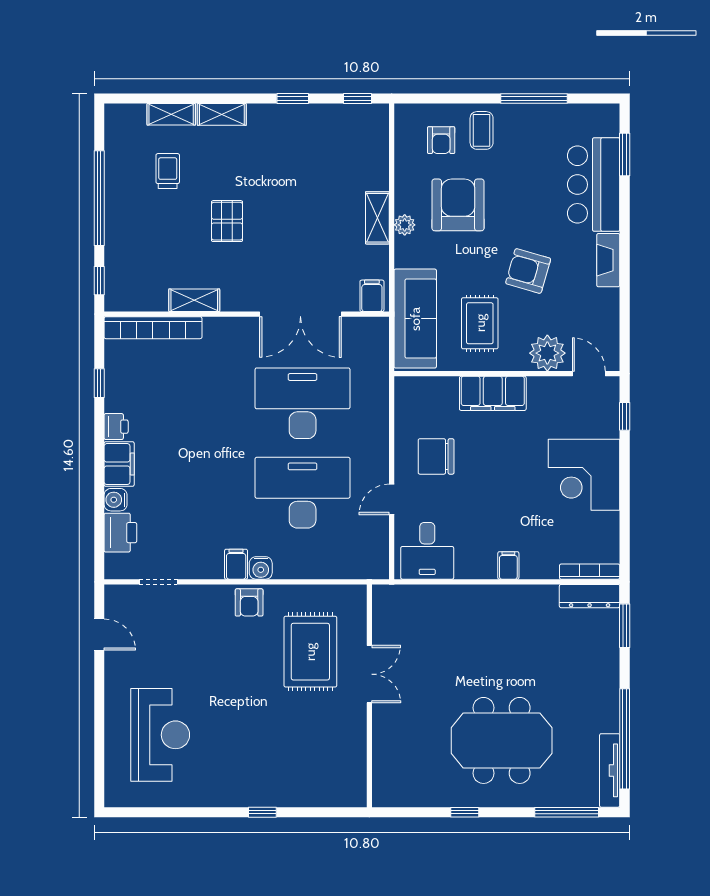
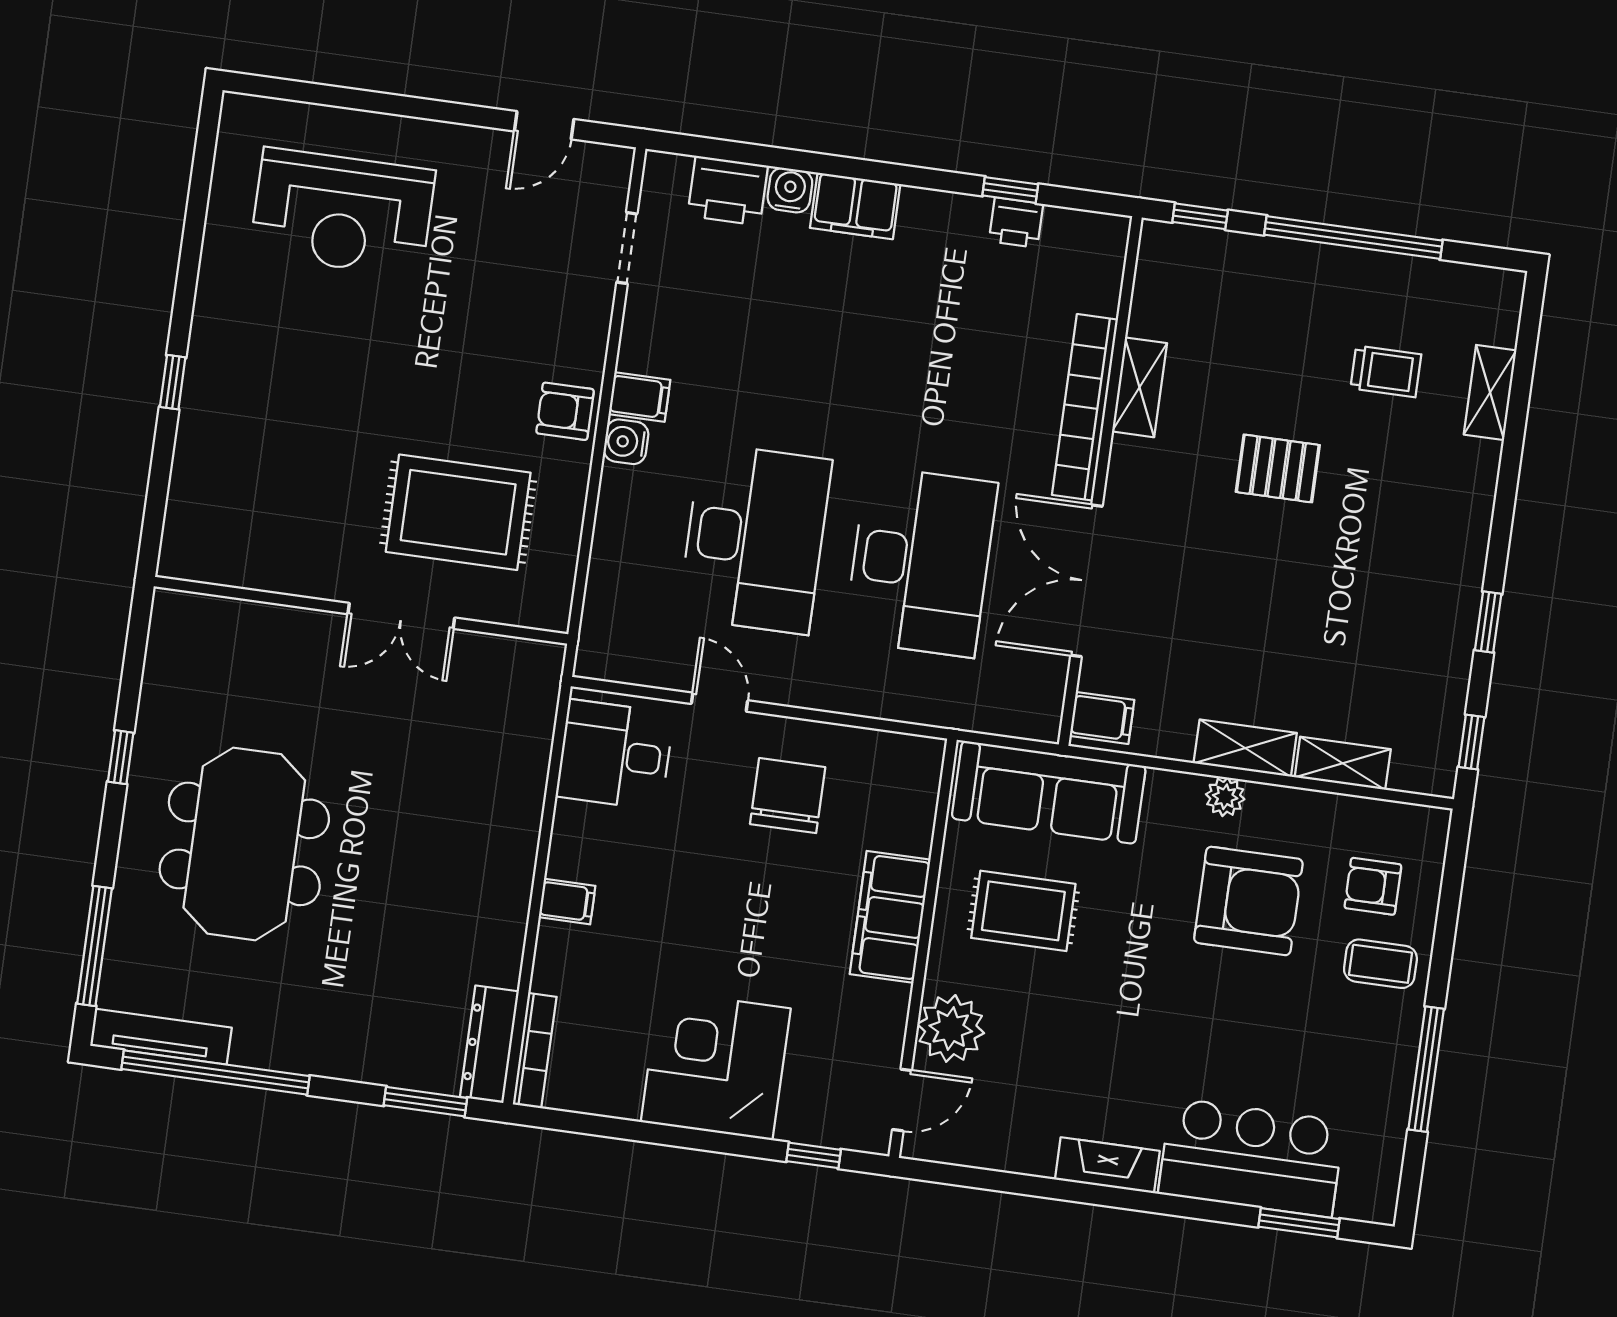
shelving: (222, 114) -> (1343, 763), moved, turned 90
armchair: (528, 271) -> (1108, 1014), removed
bookcase: (153, 328) -> (1085, 407), moved
printer: (116, 427) -> (1016, 223), moved

